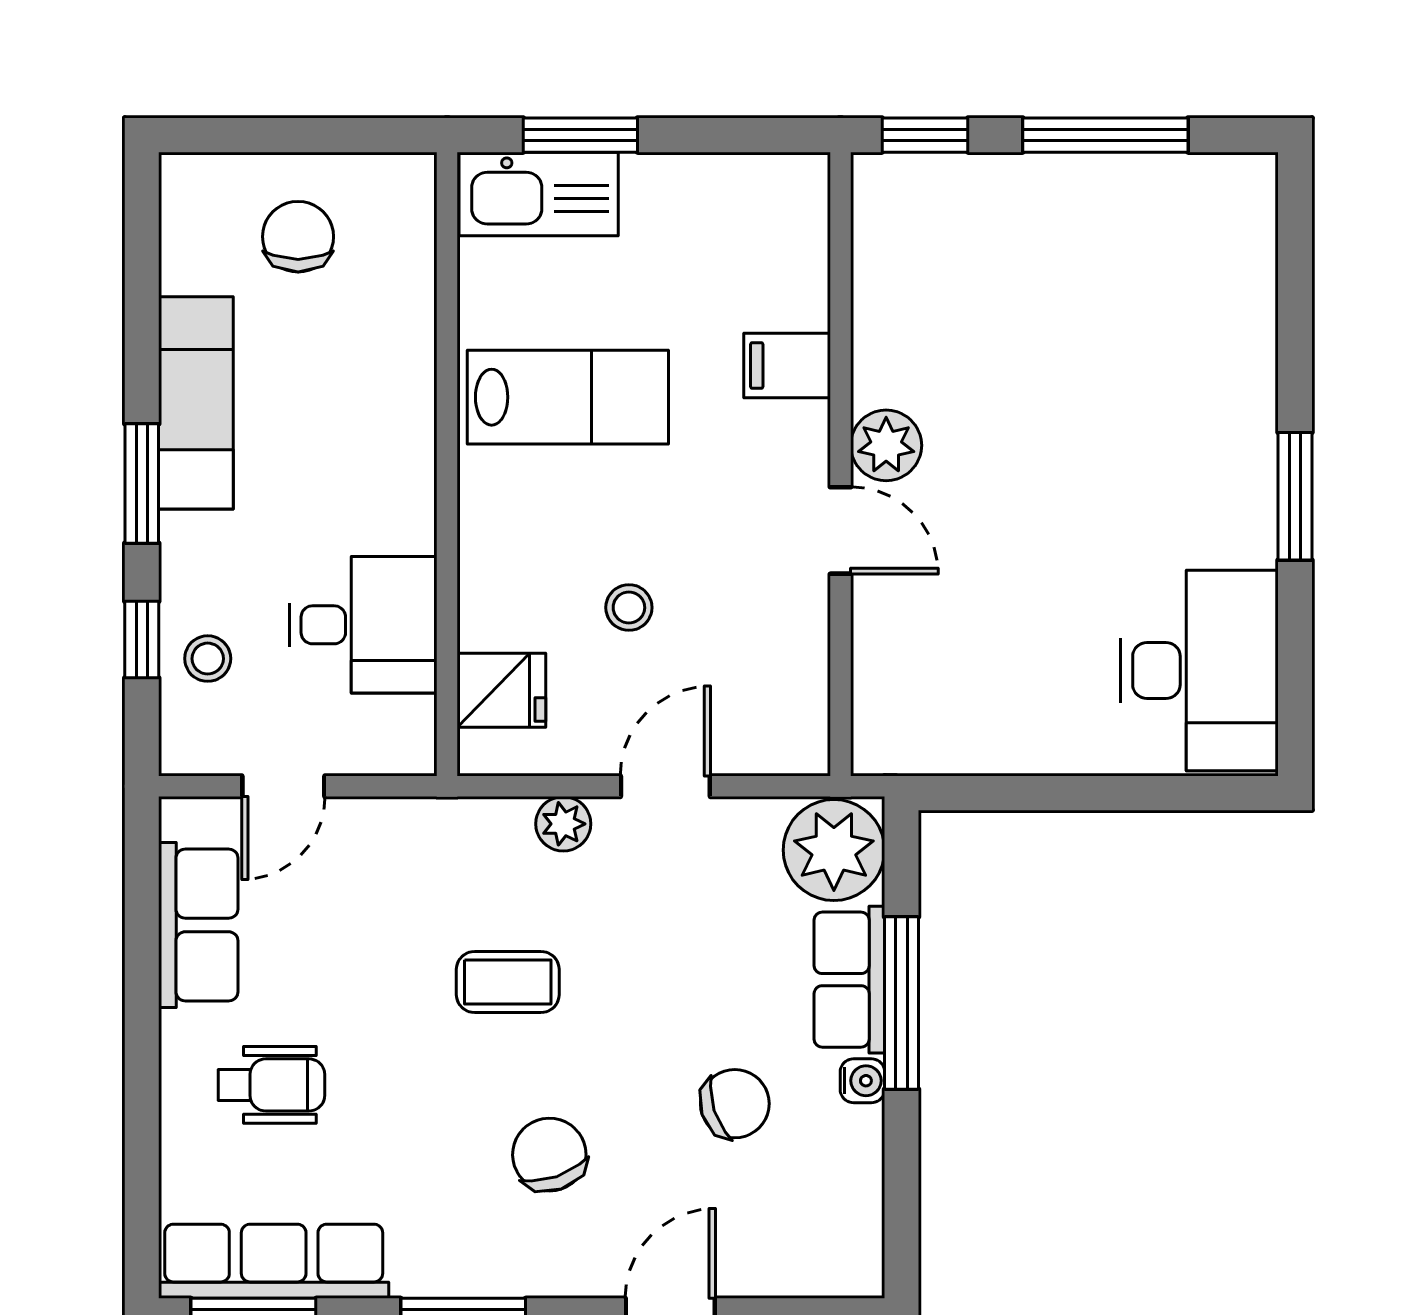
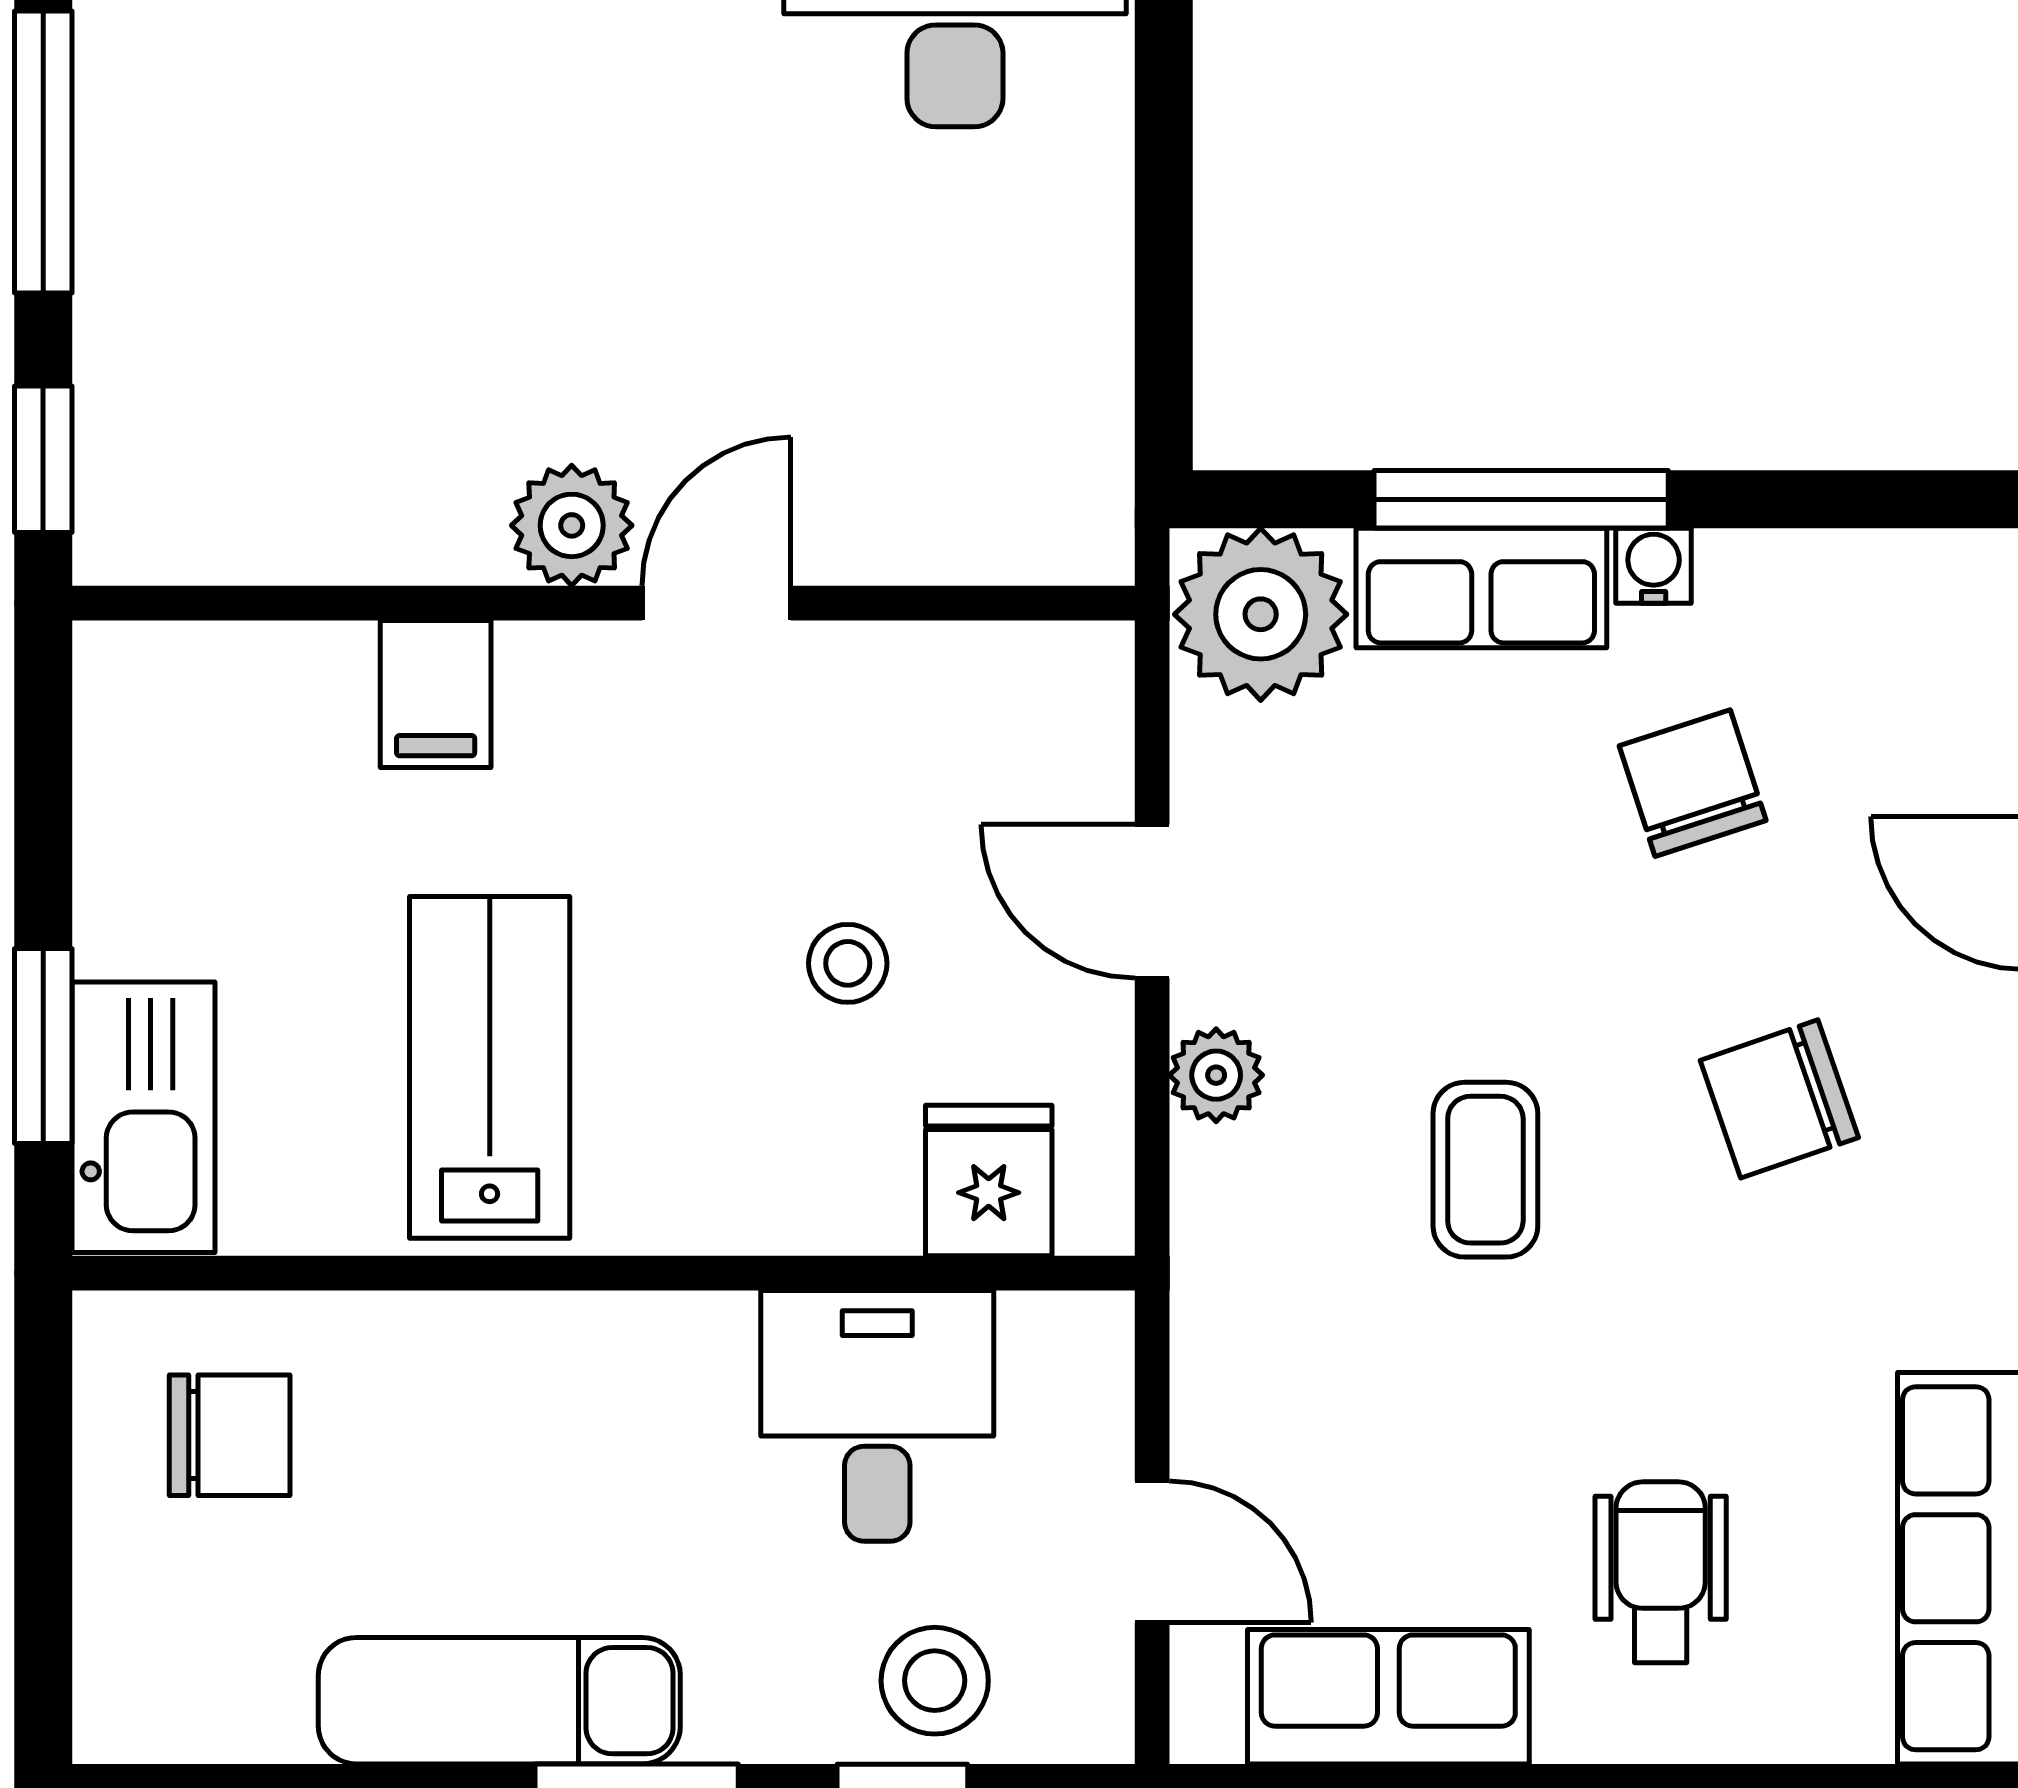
chair: (298, 237) -> (230, 1435), moved, turned 180
stool: (208, 659) -> (935, 1681), width x1.37, depth x1.37

